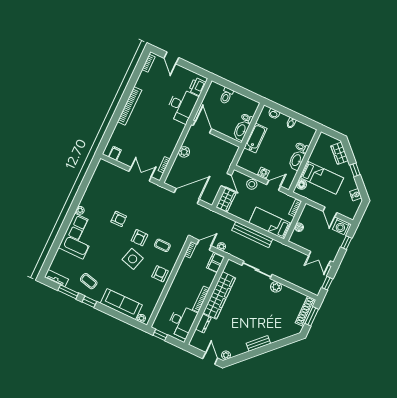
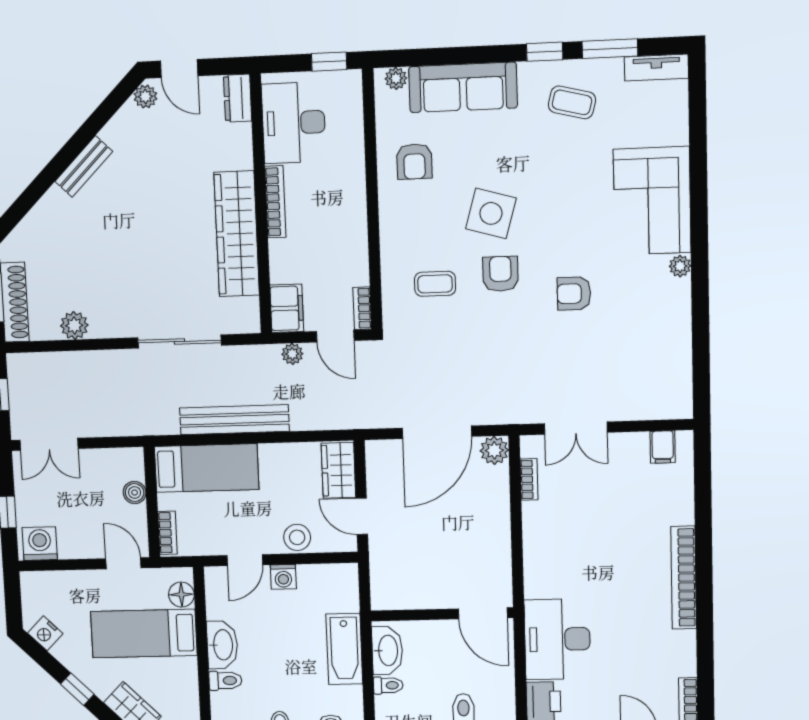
plant: (184, 152) -> (494, 450), moved
door: (330, 212) -> (123, 563), moved
door: (204, 245) -> (335, 336), hinge flipped
double door: (320, 258) -> (49, 444), swing flipped
armchair: (160, 274) -> (414, 162), moved
plant: (276, 287) -> (74, 325), moved
dresser: (203, 323) -> (238, 98), moved

